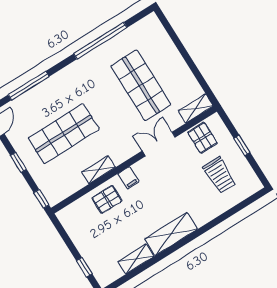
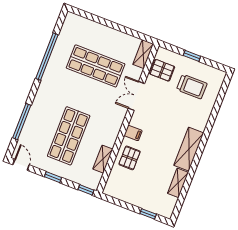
shelving: (98, 170) -> (103, 159), moved

